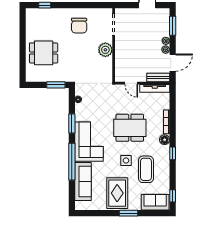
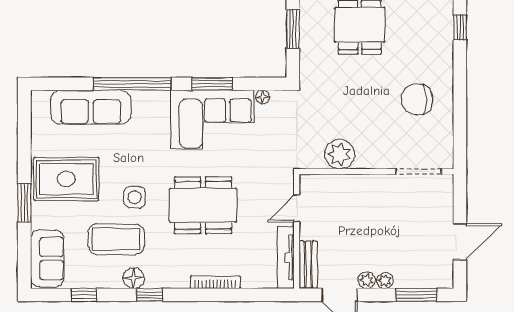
plant: (105, 50) -> (340, 154), moved
window: (56, 85) -> (293, 29), moved
dining table: (130, 128) -> (203, 205), turned 90
floor lamp: (165, 140) -> (134, 278), moved
corner sofa: (89, 142) -> (212, 120), moved
window: (173, 196) -> (84, 295), moved

